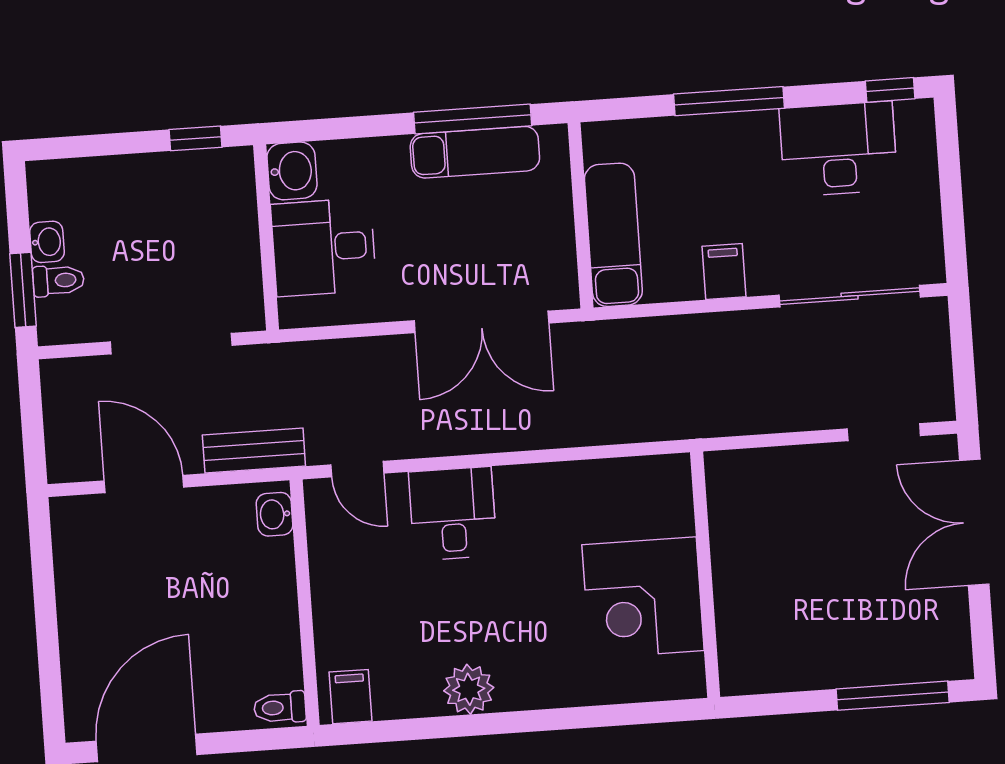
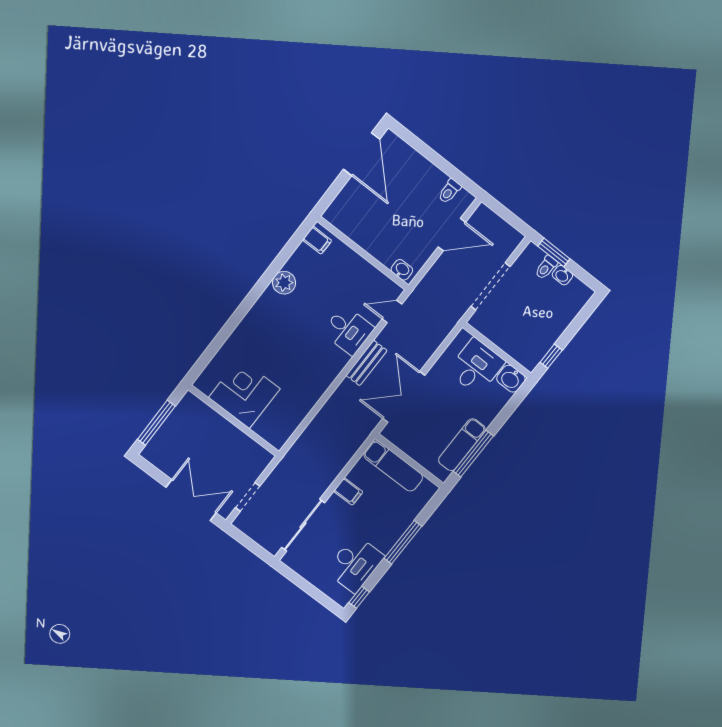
bench: (254, 451) -> (366, 363), moved
wall: (705, 575) -> (234, 421), moved
corner desk: (643, 598) -> (244, 393), moved
toilet: (280, 707) -> (449, 191), moved, turned 180

